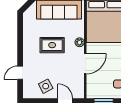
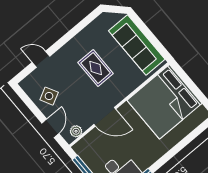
plant: (80, 42) -> (76, 131), moved

